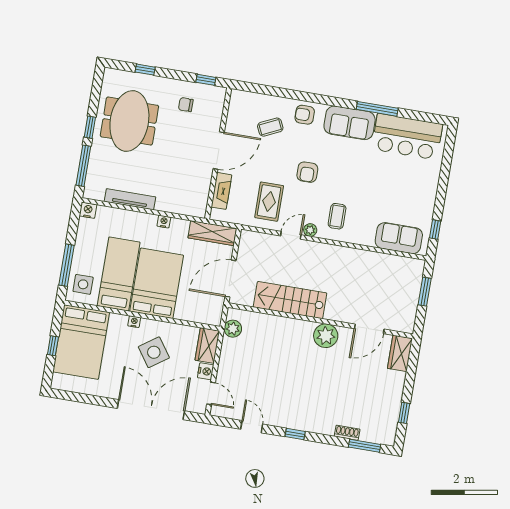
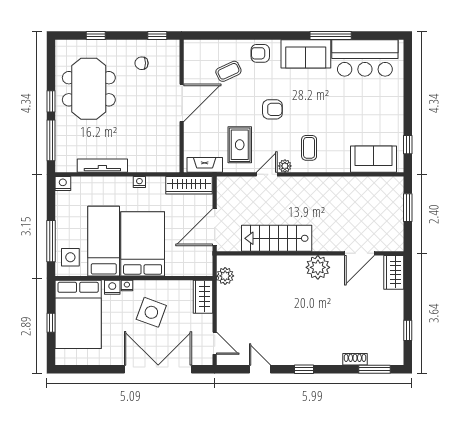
armchair: (307, 172) -> (272, 109), turned -90
fireplace: (221, 191) -> (205, 165), moved, turned -90
side table: (154, 352) -> (151, 312), turned -35
nightstand: (206, 371) -> (112, 287), moved, turned -90

